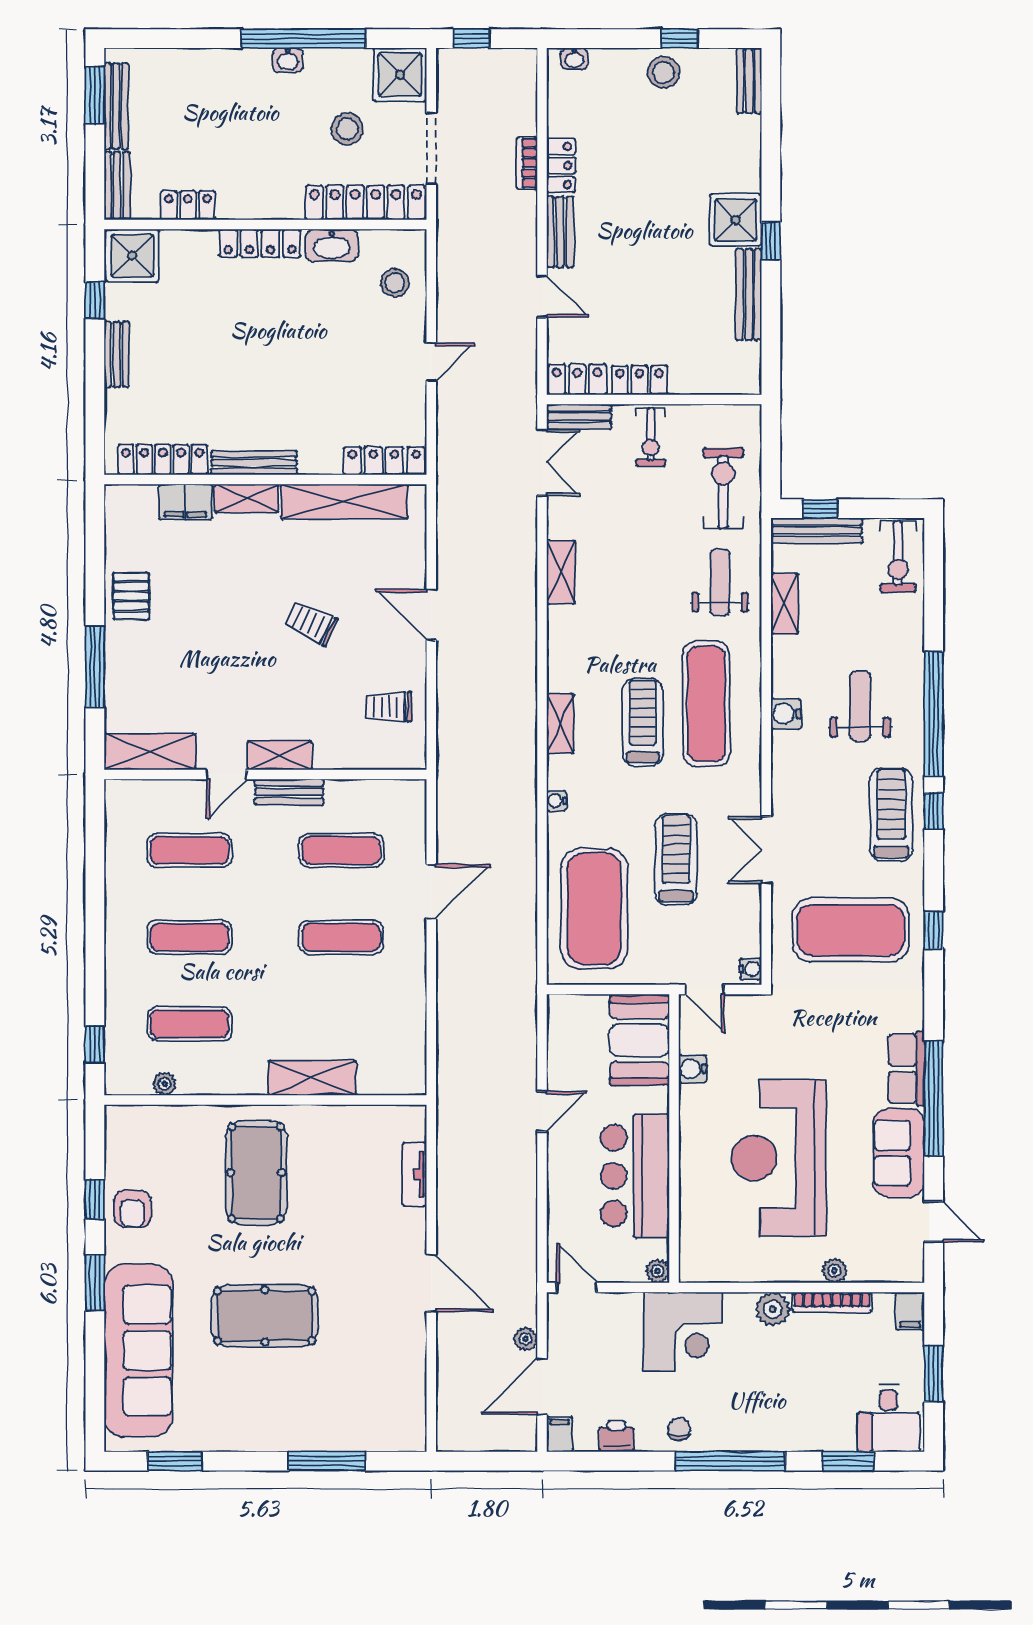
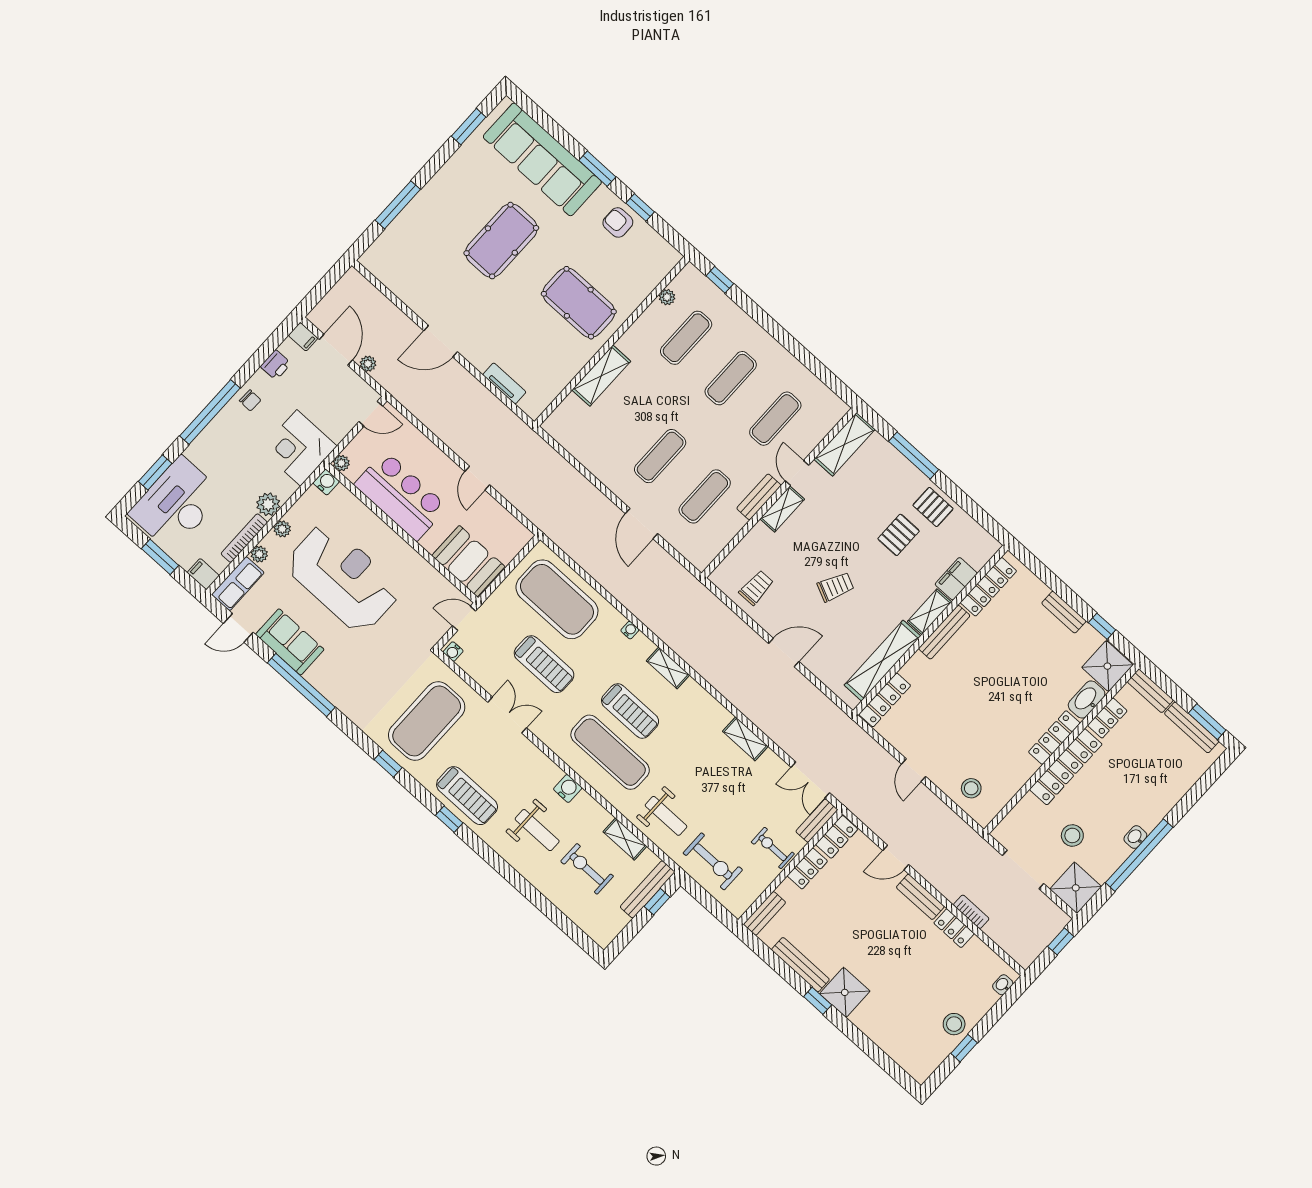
bench: (749, 81) -> (764, 913), moved, turned 90
locker: (365, 203) -> (1066, 767), moved
washbasin: (332, 245) -> (1087, 699), moved
exercise bike: (898, 557) -> (587, 869), moved
pallet: (194, 606) -> (899, 535), added
window: (934, 714) -> (499, 864), removed
water cooler: (693, 1069) -> (326, 482), moved
row of seats: (906, 1069) -> (238, 584), moved, turned 90
plant: (785, 1271) -> (282, 529), added
desk: (889, 1418) -> (176, 504), width x1.87, depth x1.30

